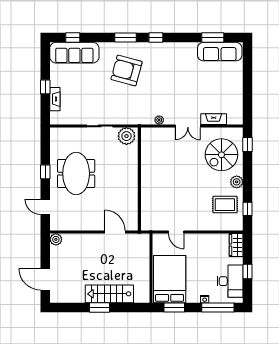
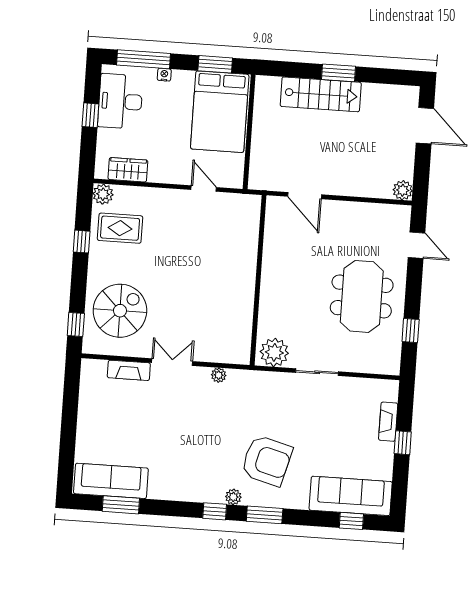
plant: (145, 47) -> (233, 497), added
window: (45, 172) -> (411, 330), moved
plant: (237, 182) -> (103, 194), moved
window: (248, 209) -> (82, 242), moved
wardrobe: (236, 245) -> (128, 170), moved, turned -90

